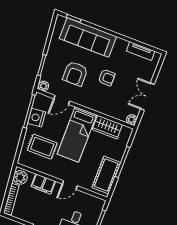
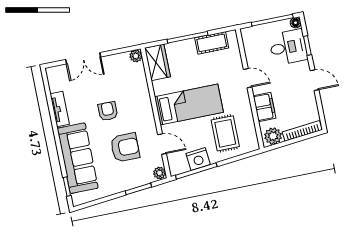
tv unit: (141, 51) -> (60, 109), moved
double door: (147, 97) -> (83, 58), moved
wardrobe: (107, 127) -> (157, 62), moved
cot: (106, 175) -> (212, 43), width x0.73, depth x0.75

